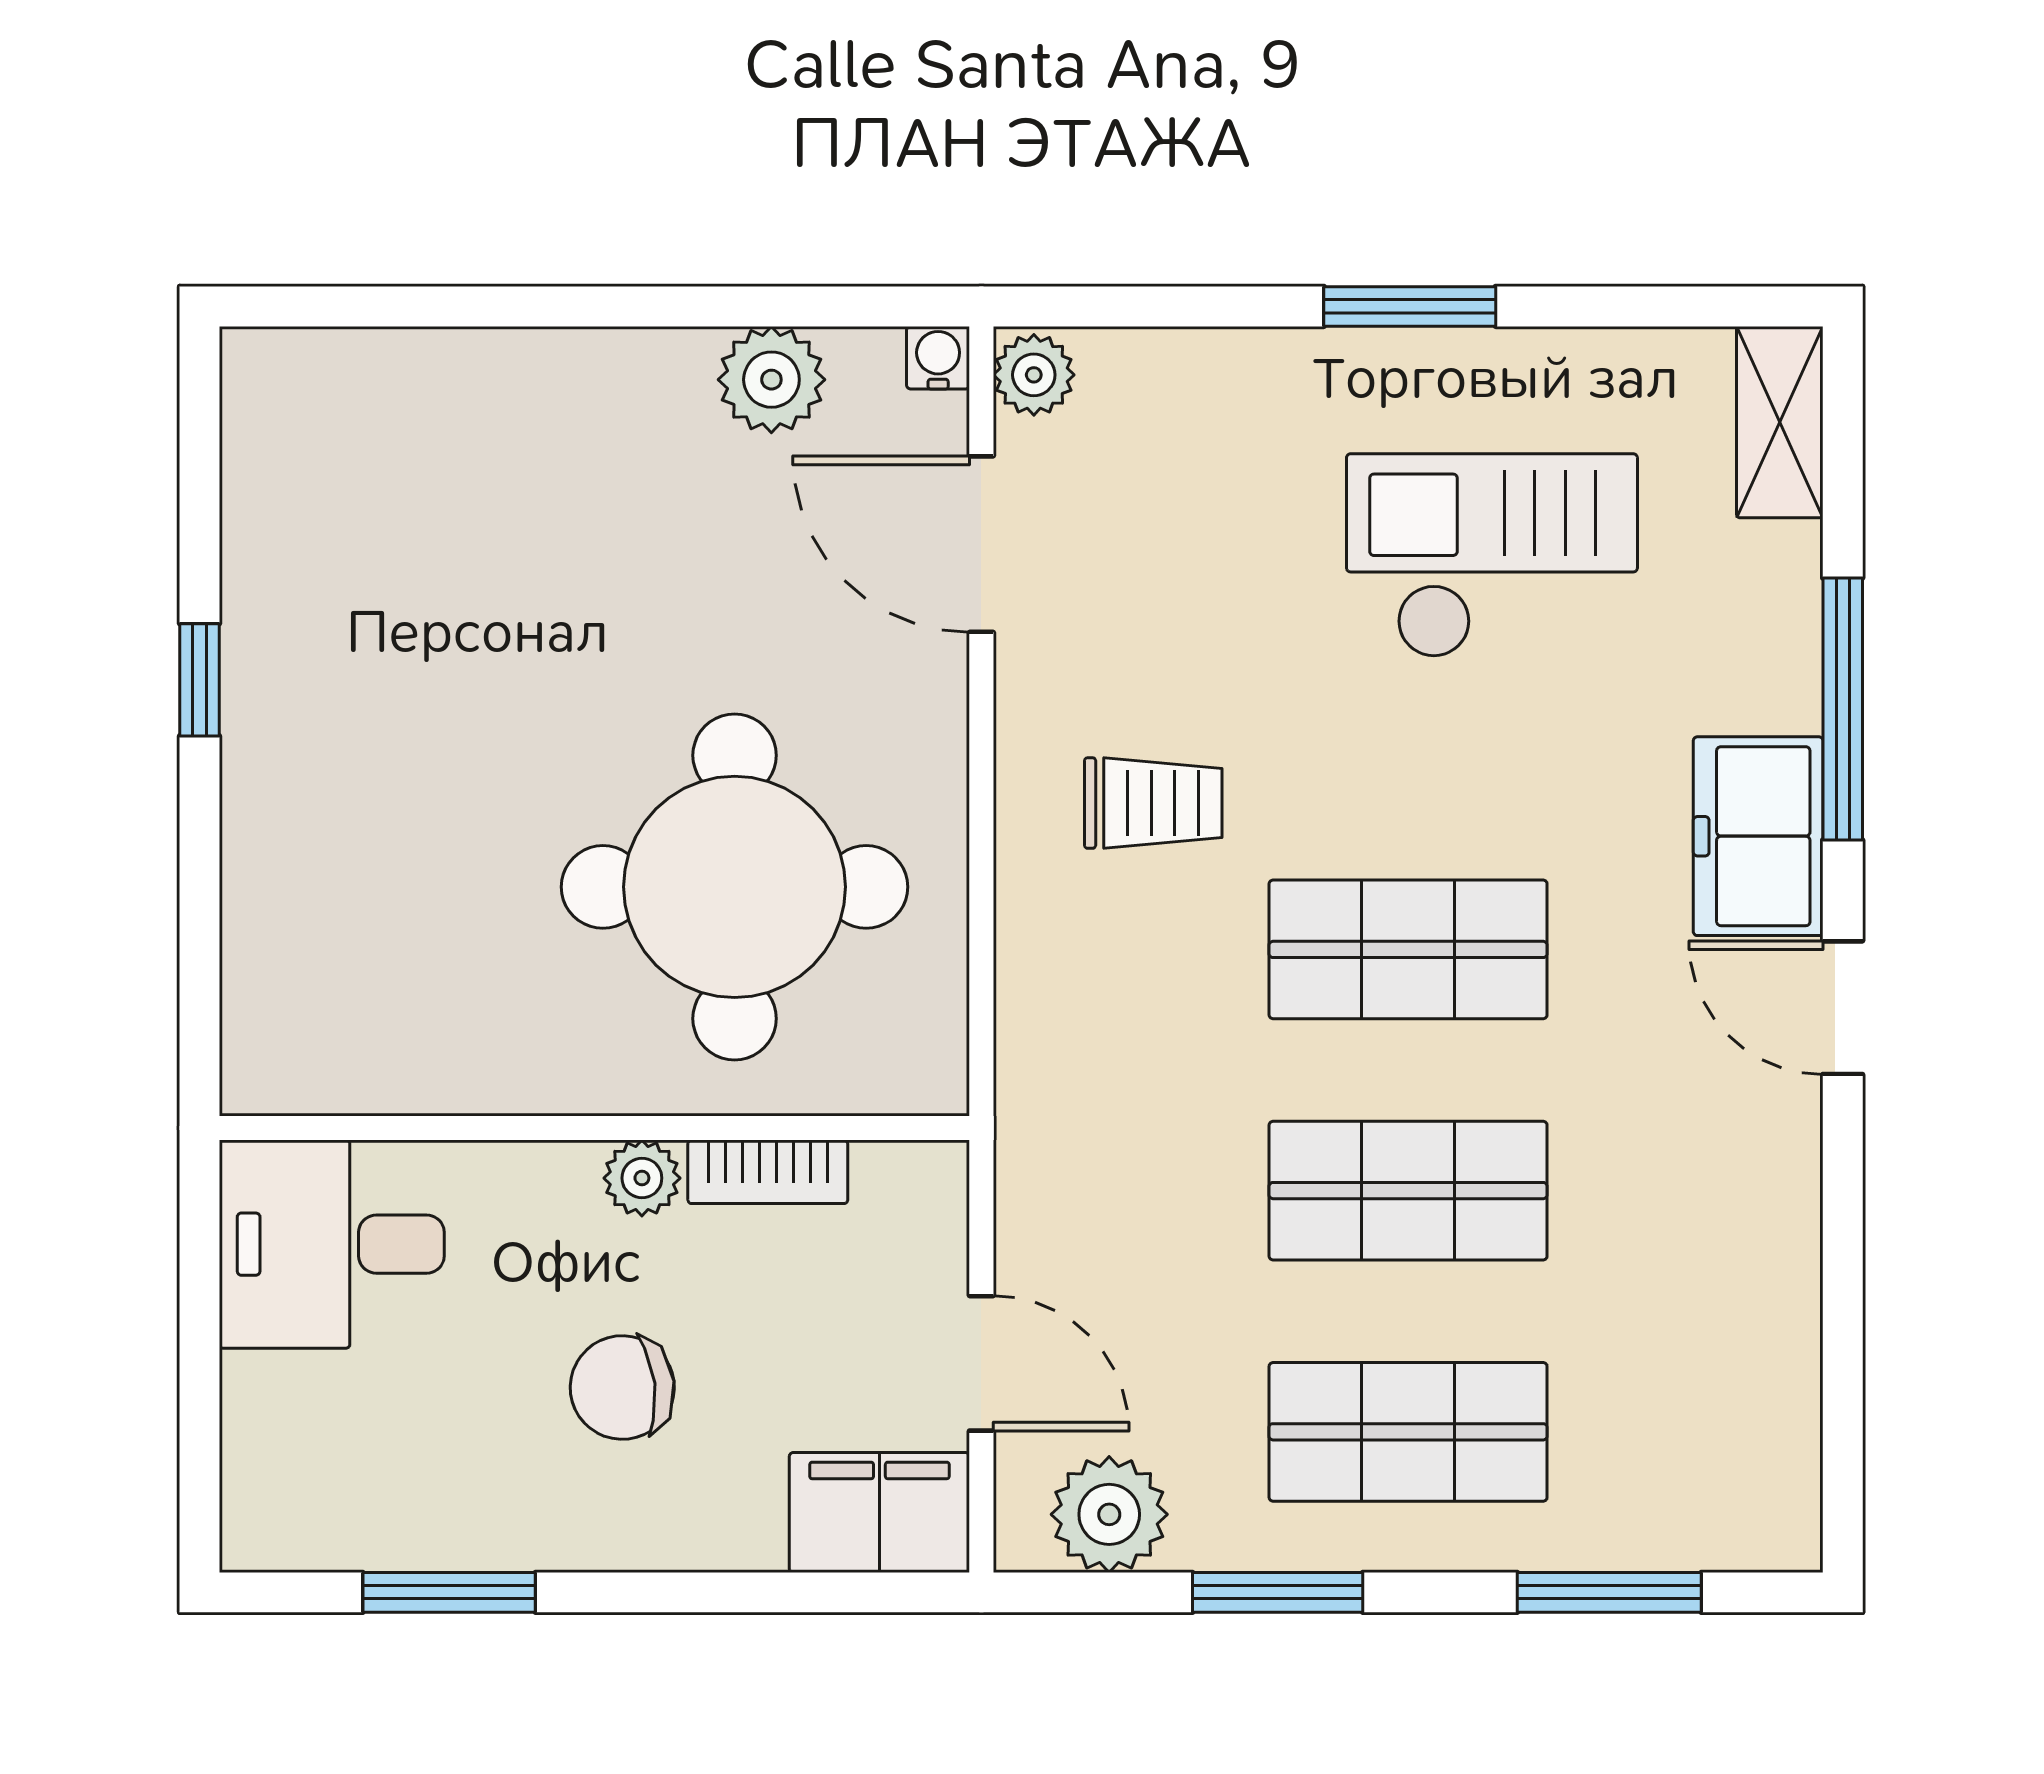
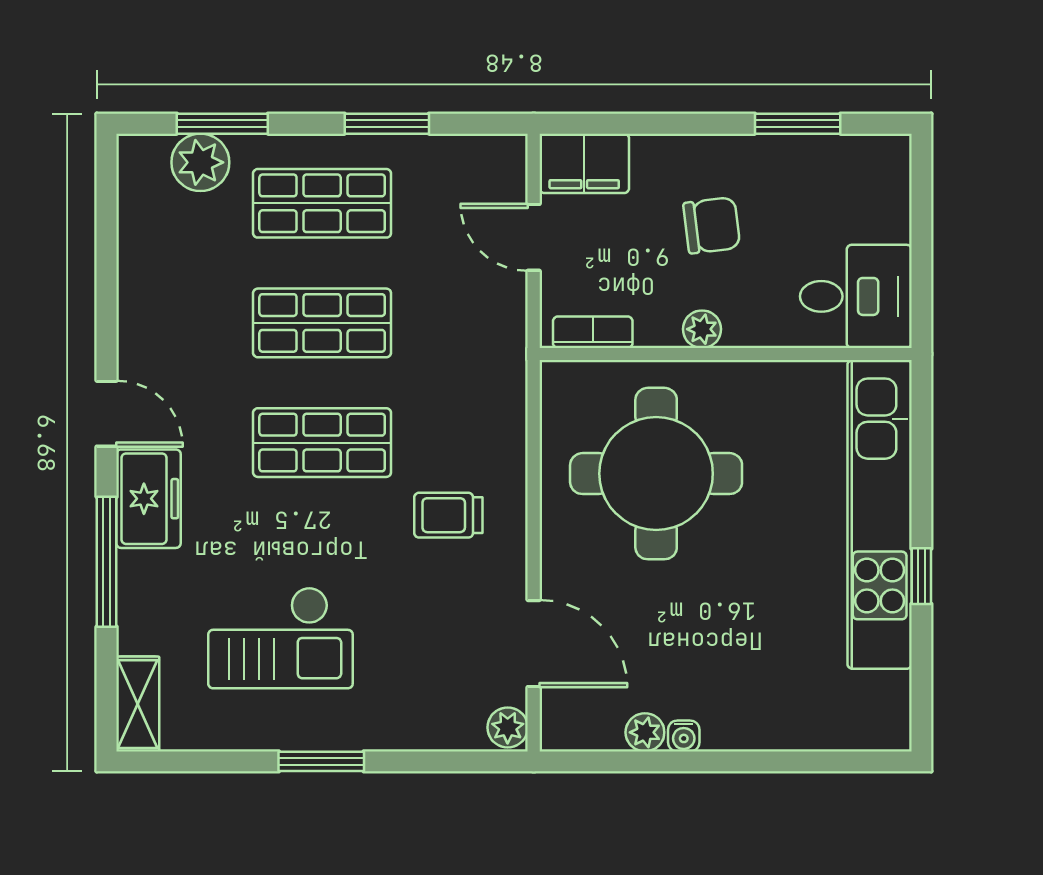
water cooler: (938, 358) -> (684, 736), moved
plant: (771, 380) -> (645, 732), width x0.73, depth x0.73
kitchen unit: (284, 805) -> (880, 514), added
bookcase: (768, 1172) -> (593, 332), moved
plant: (1109, 1514) -> (200, 162), moved

